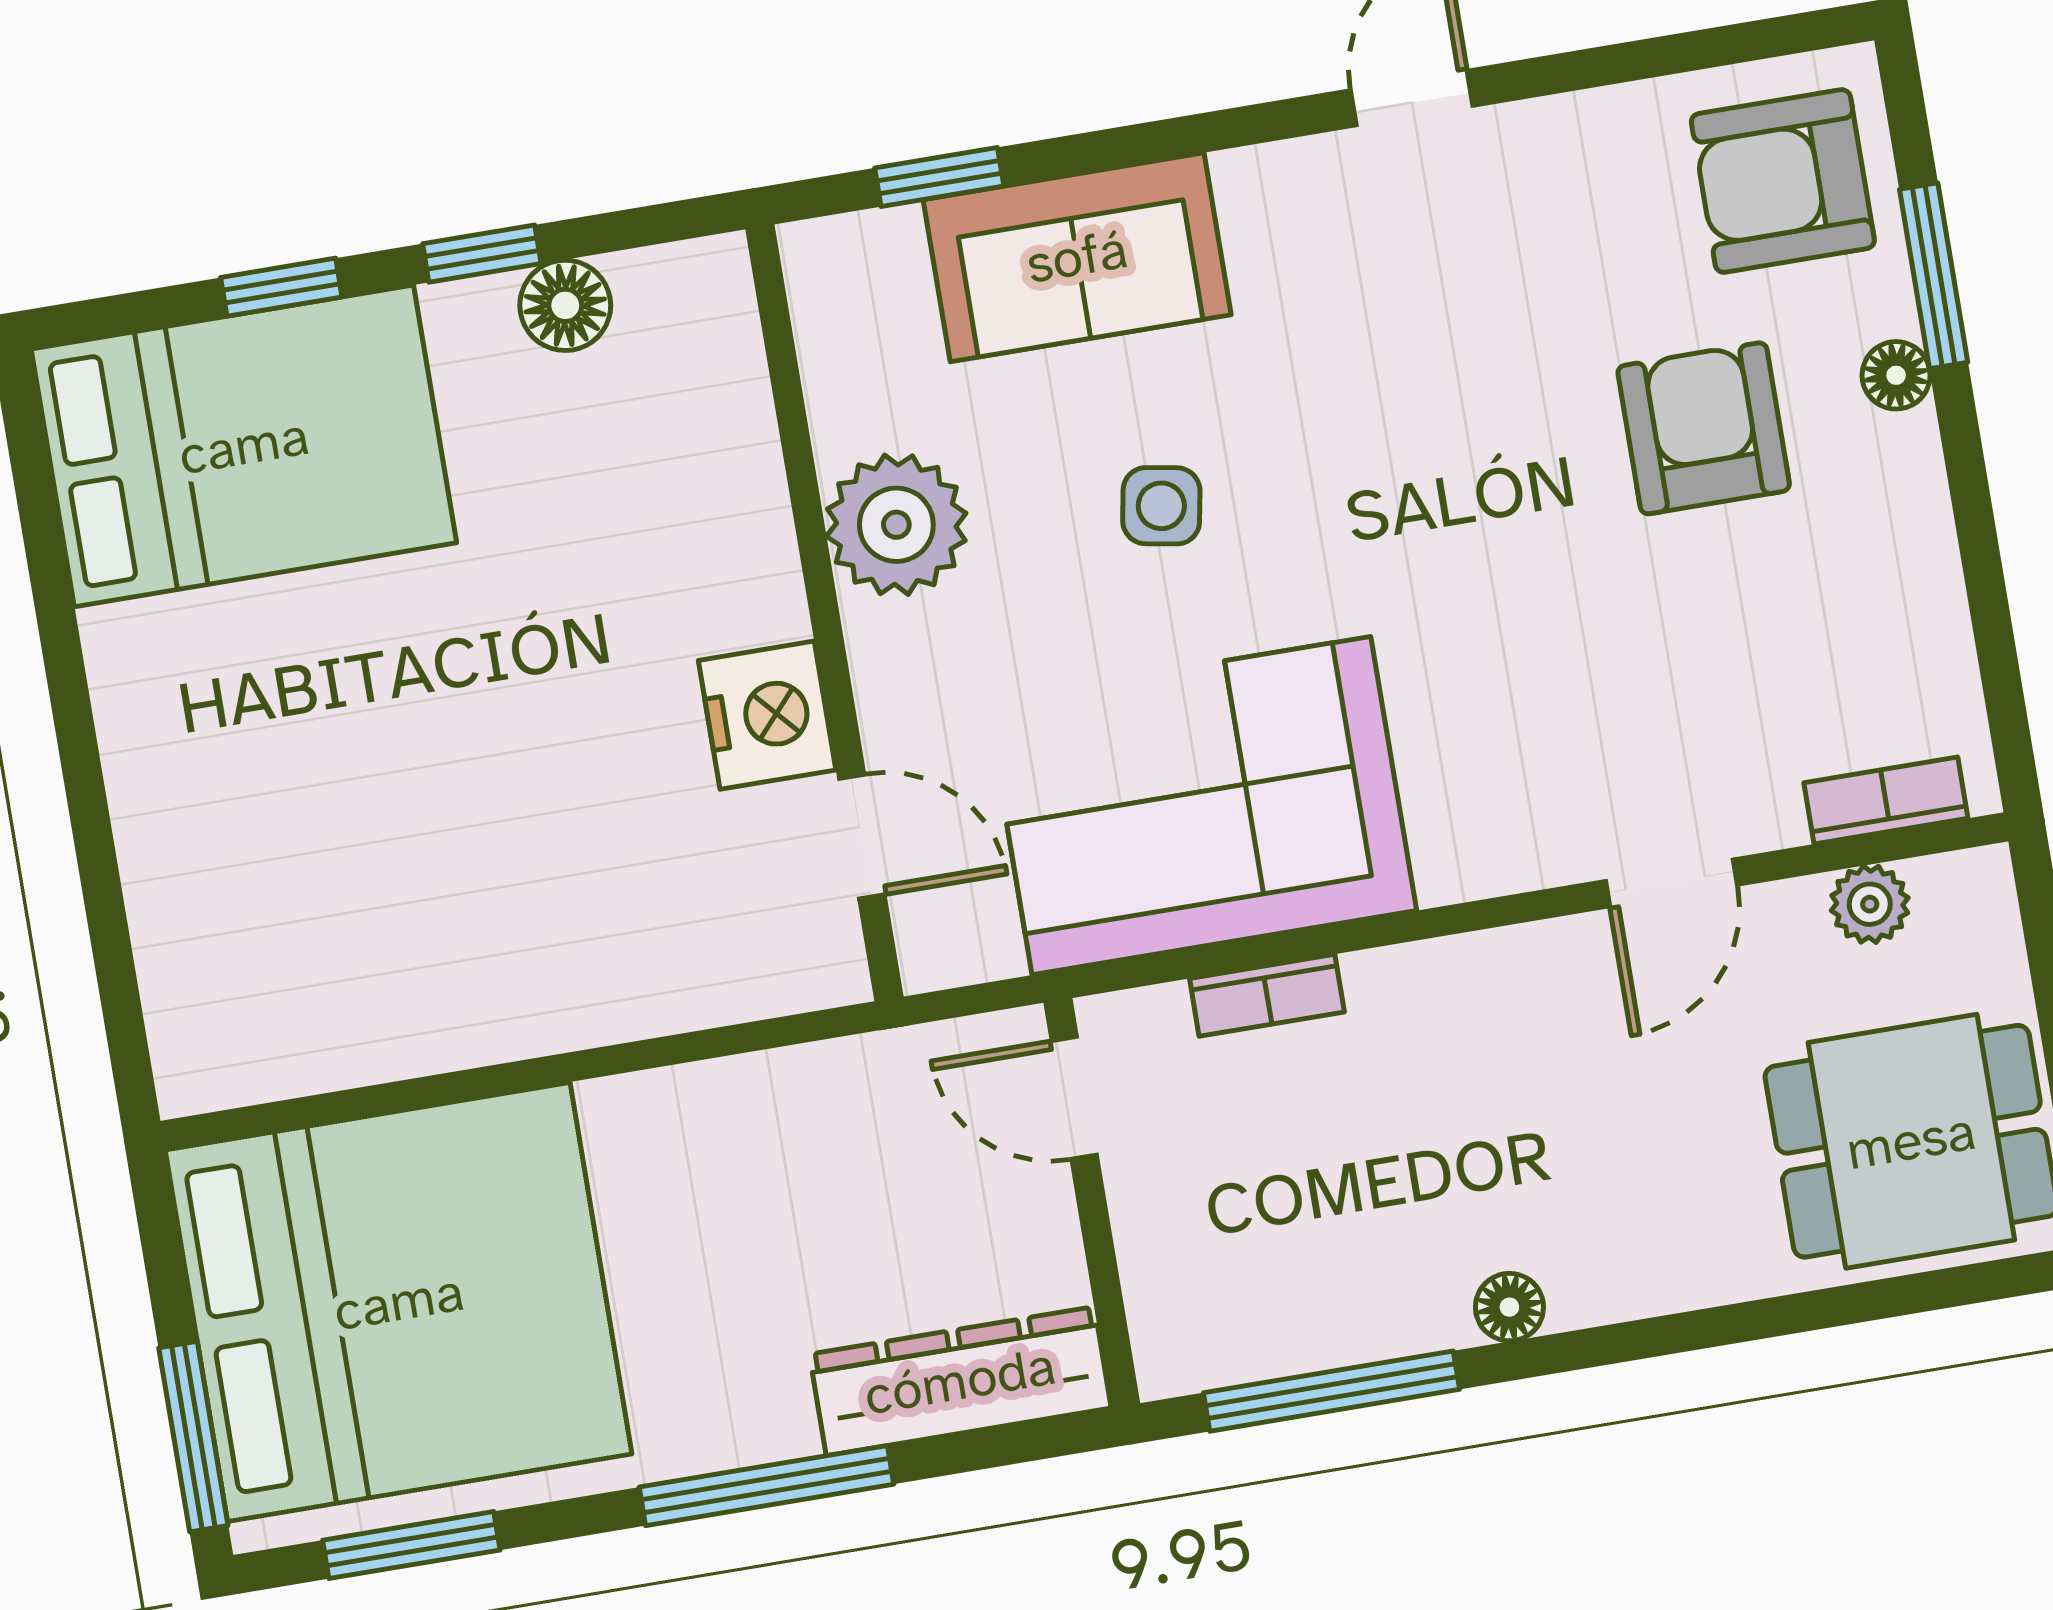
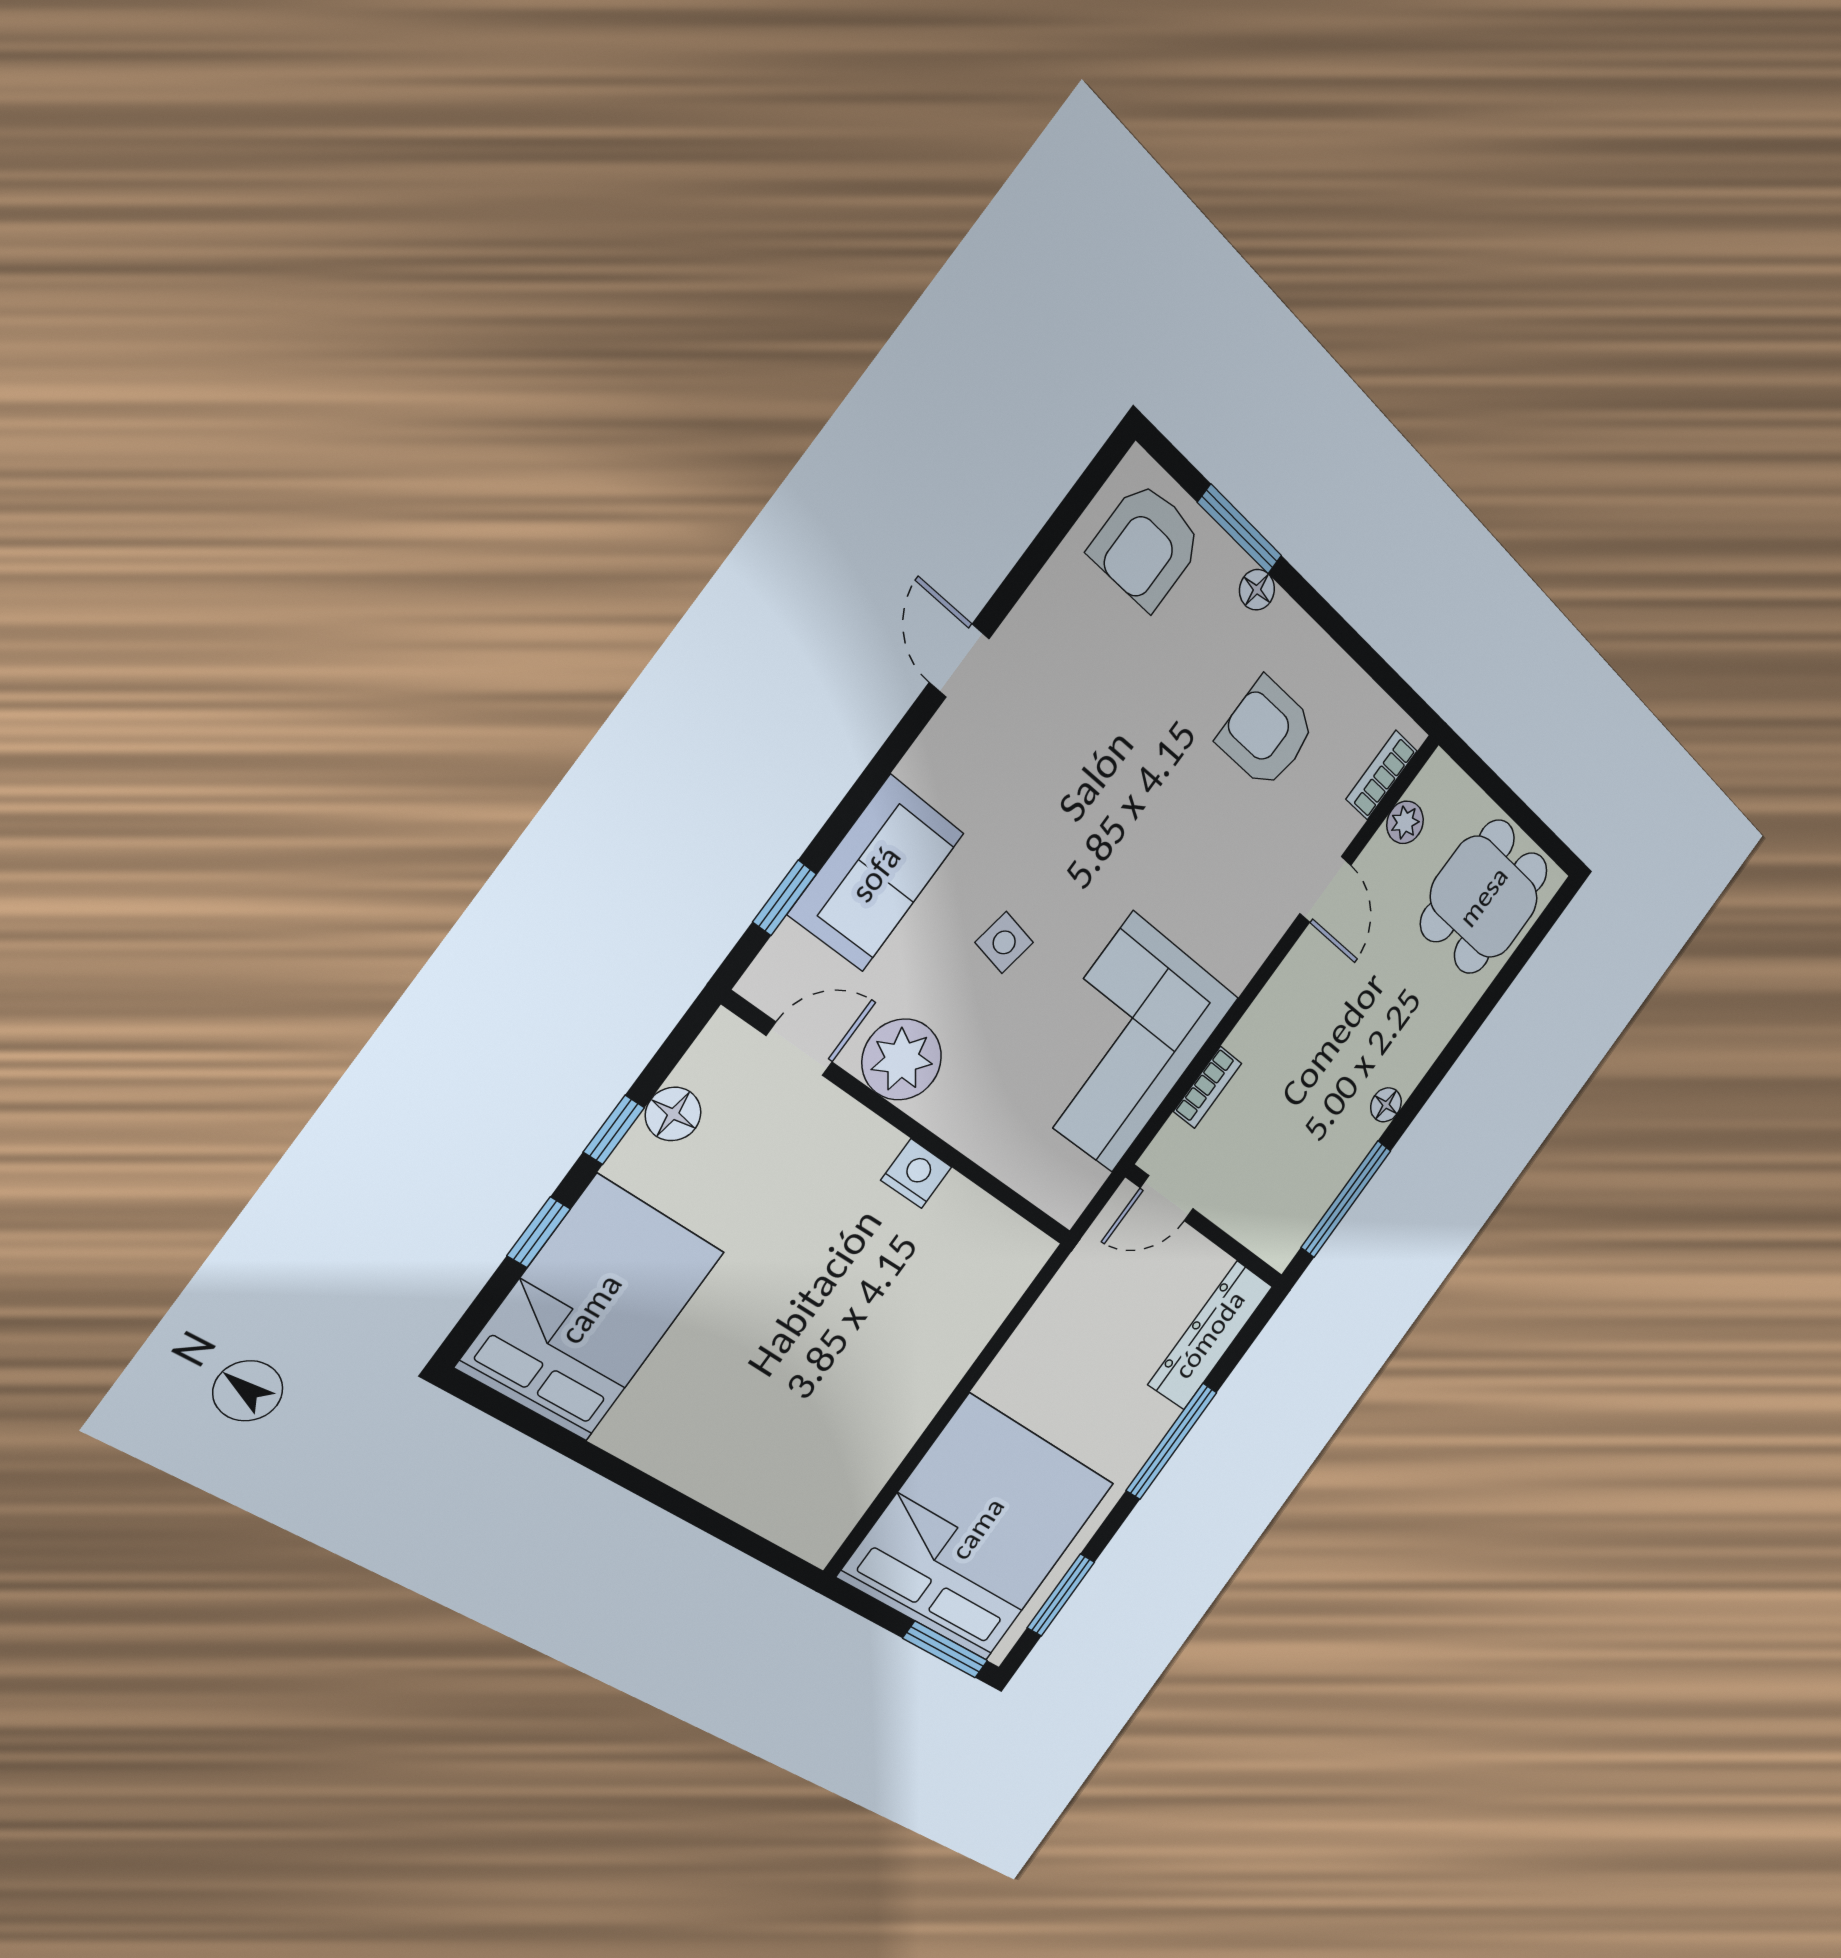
armchair: (1704, 428) -> (1267, 733), moved
nightstand: (767, 715) -> (916, 1174), width x0.74, depth x0.75
door: (862, 836) -> (799, 1049), moved

